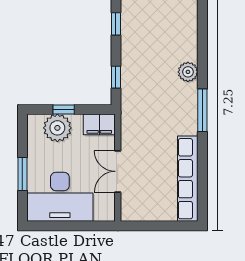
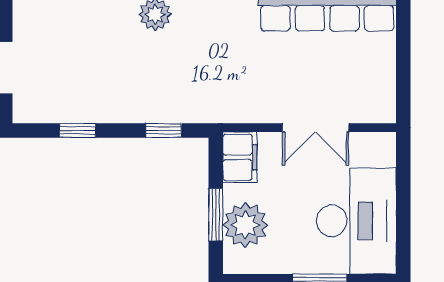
window: (64, 109) -> (216, 215), width x1.50

